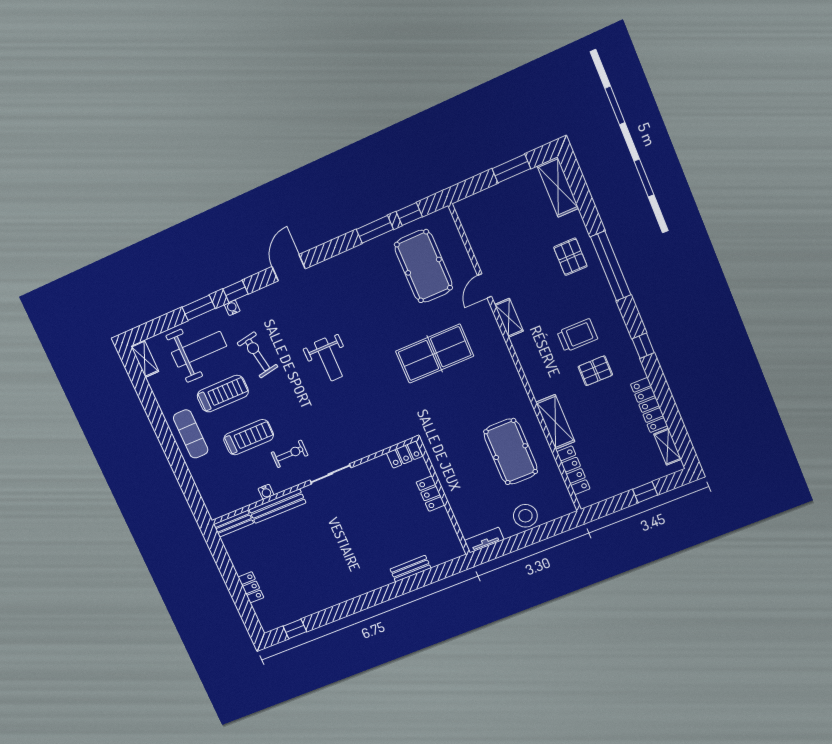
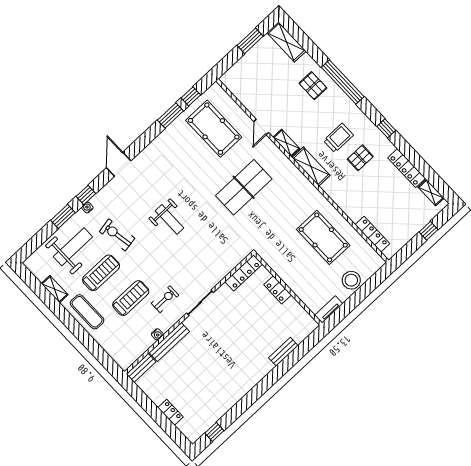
shelving: (145, 359) -> (55, 289), moved
shelving: (555, 422) -> (311, 166), moved
locker: (404, 455) -> (244, 273), width x1.53

